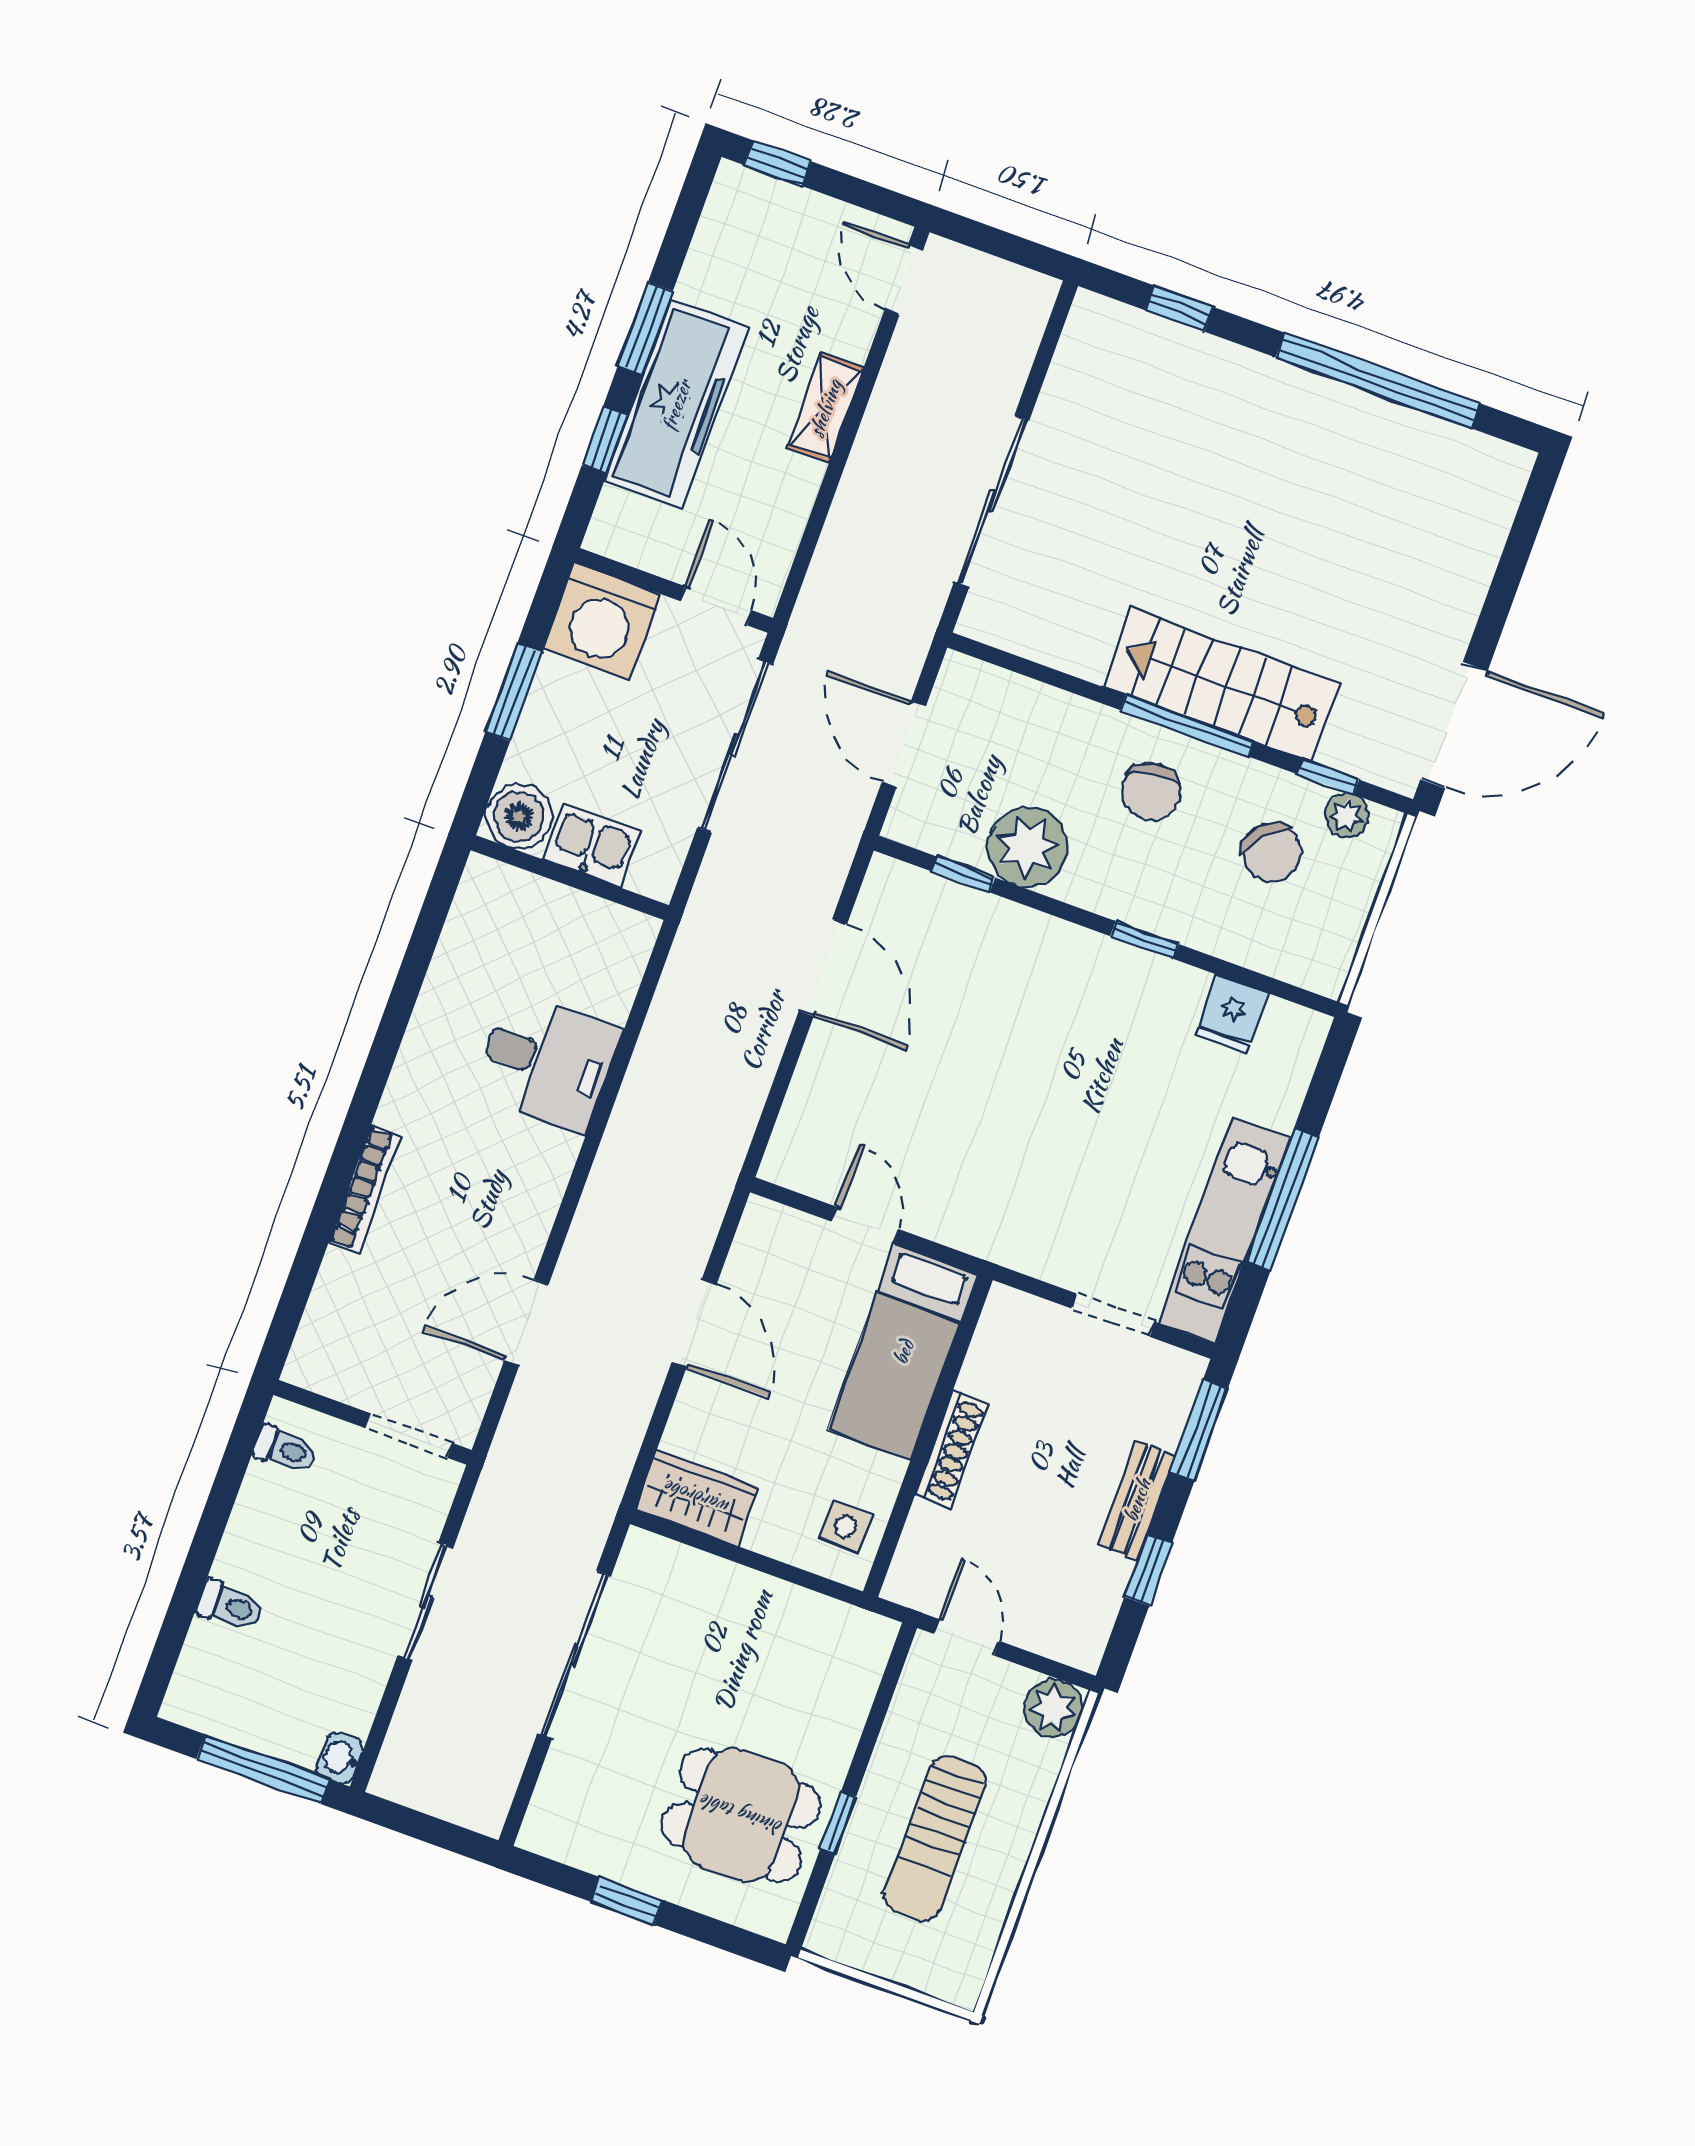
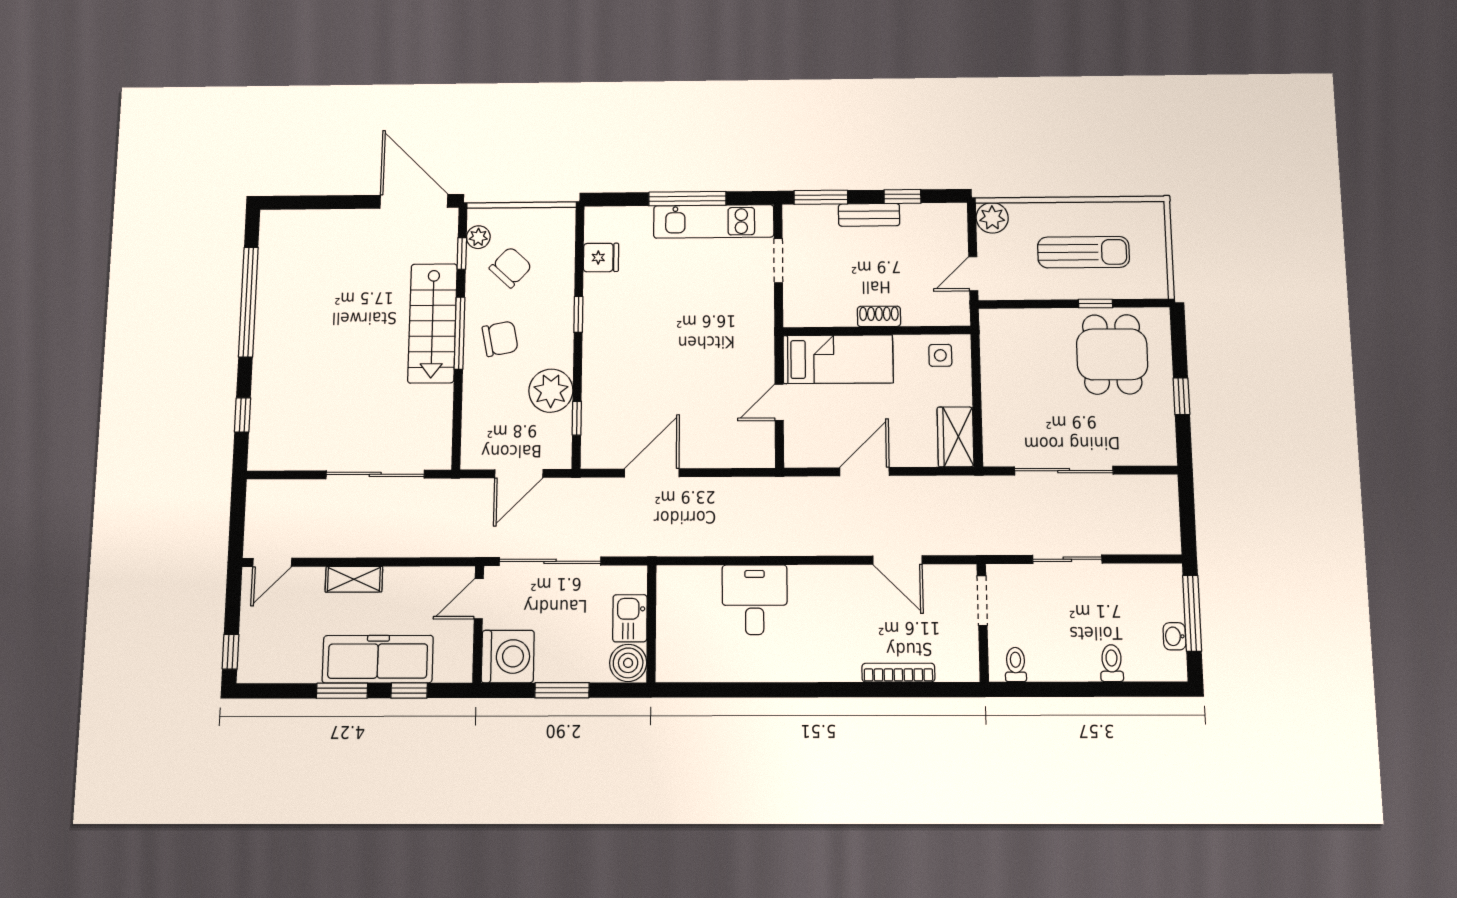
bookcase: (365, 1189) -> (898, 673), moved
shoe rack: (951, 1449) -> (879, 316), width x0.70
washbasin: (340, 1758) -> (1174, 636), moved, turned 90

